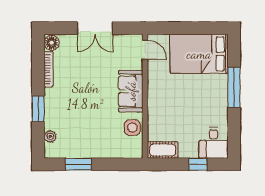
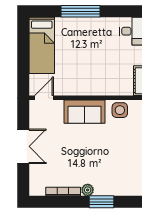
floor lamp: (52, 43) -> (37, 189), removed
bed: (199, 54) -> (42, 45), width x0.67
plant: (50, 136) -> (88, 190), moved

